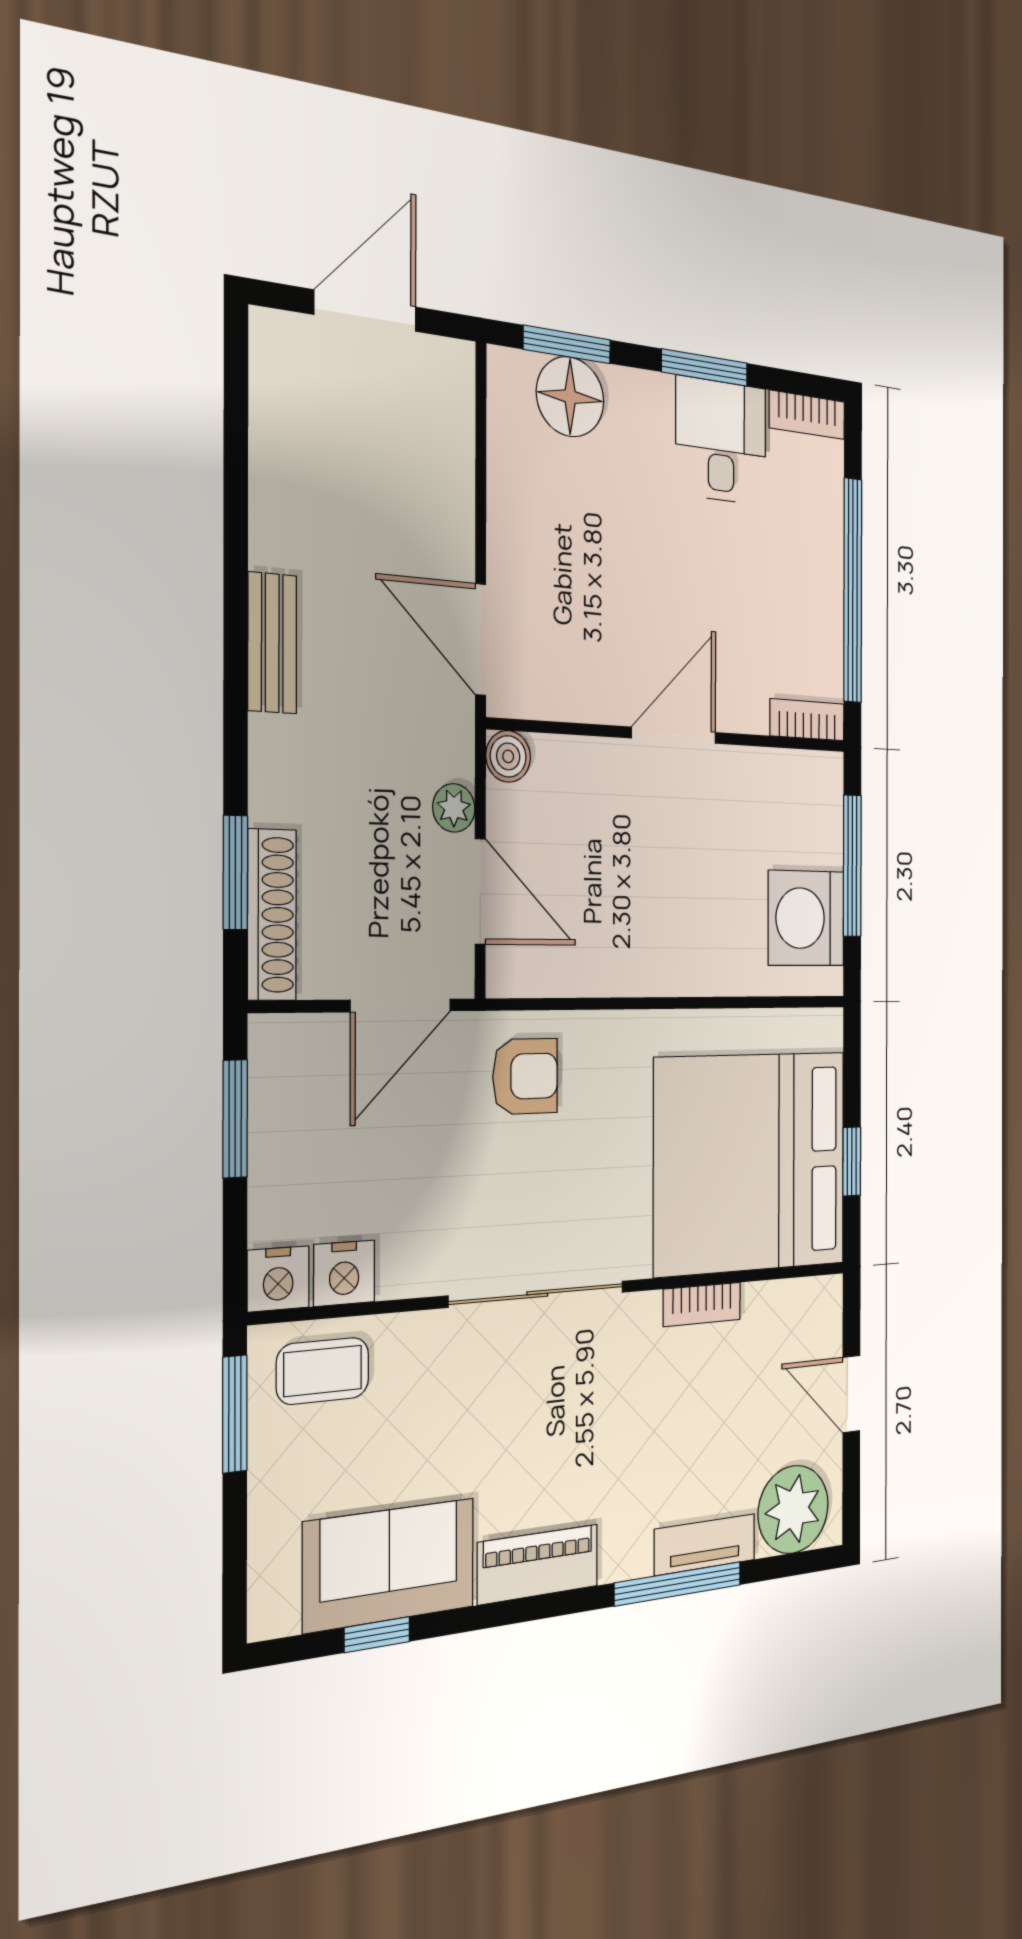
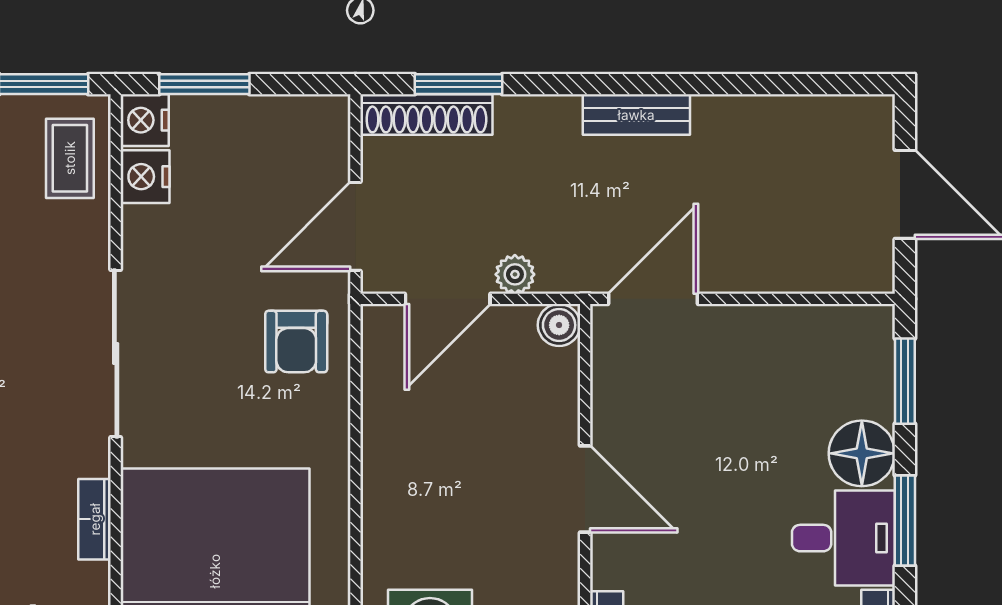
floor lamp: (570, 397) -> (862, 453), moved
door: (401, 1006) -> (355, 226), hinge flipped
window: (235, 1119) -> (204, 84), moved

